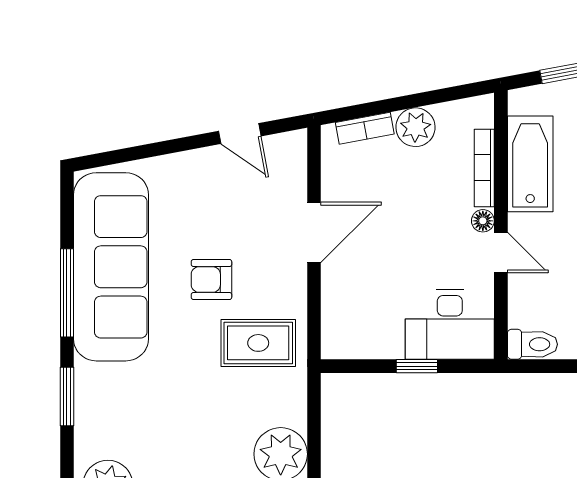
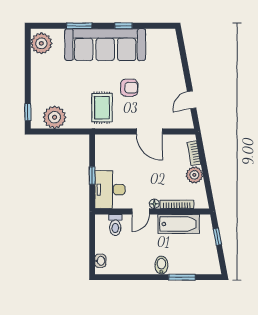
sofa: (111, 267) -> (105, 45), moved
armchair: (211, 280) -> (129, 88), turned 90
window: (67, 293) -> (123, 26), width x0.46
toilet: (533, 344) -> (115, 225), moved

